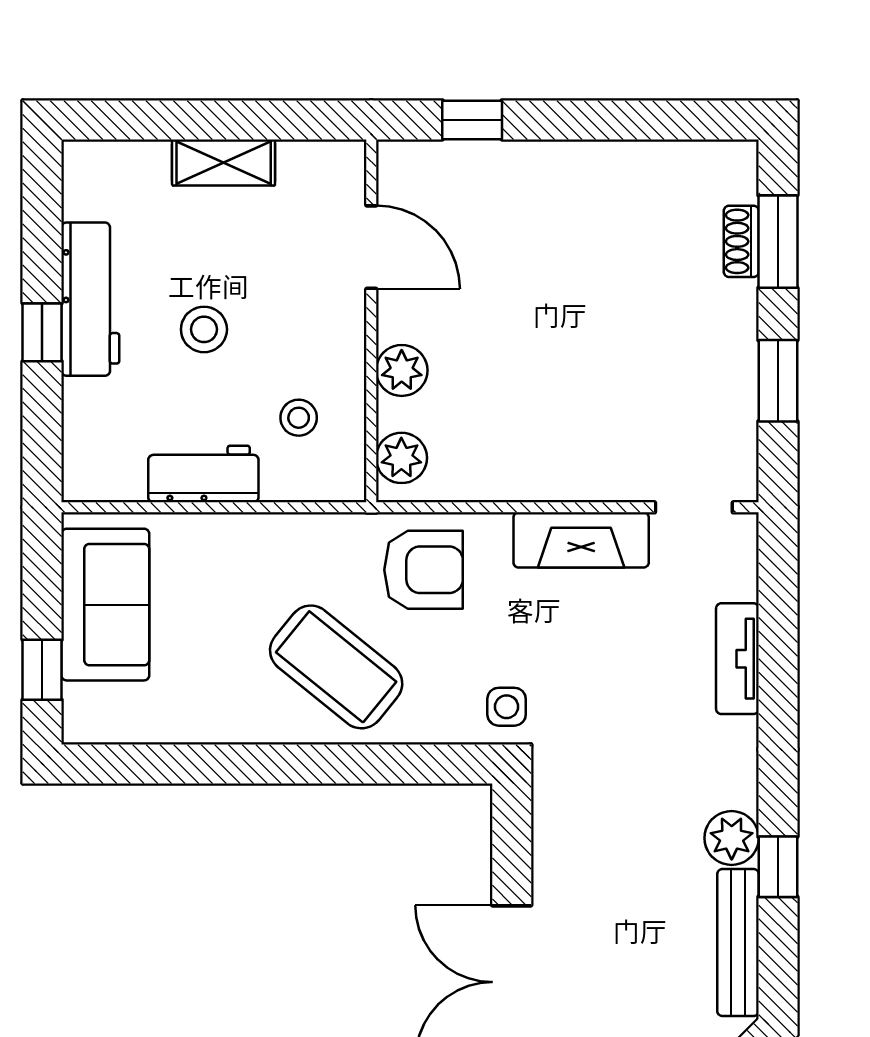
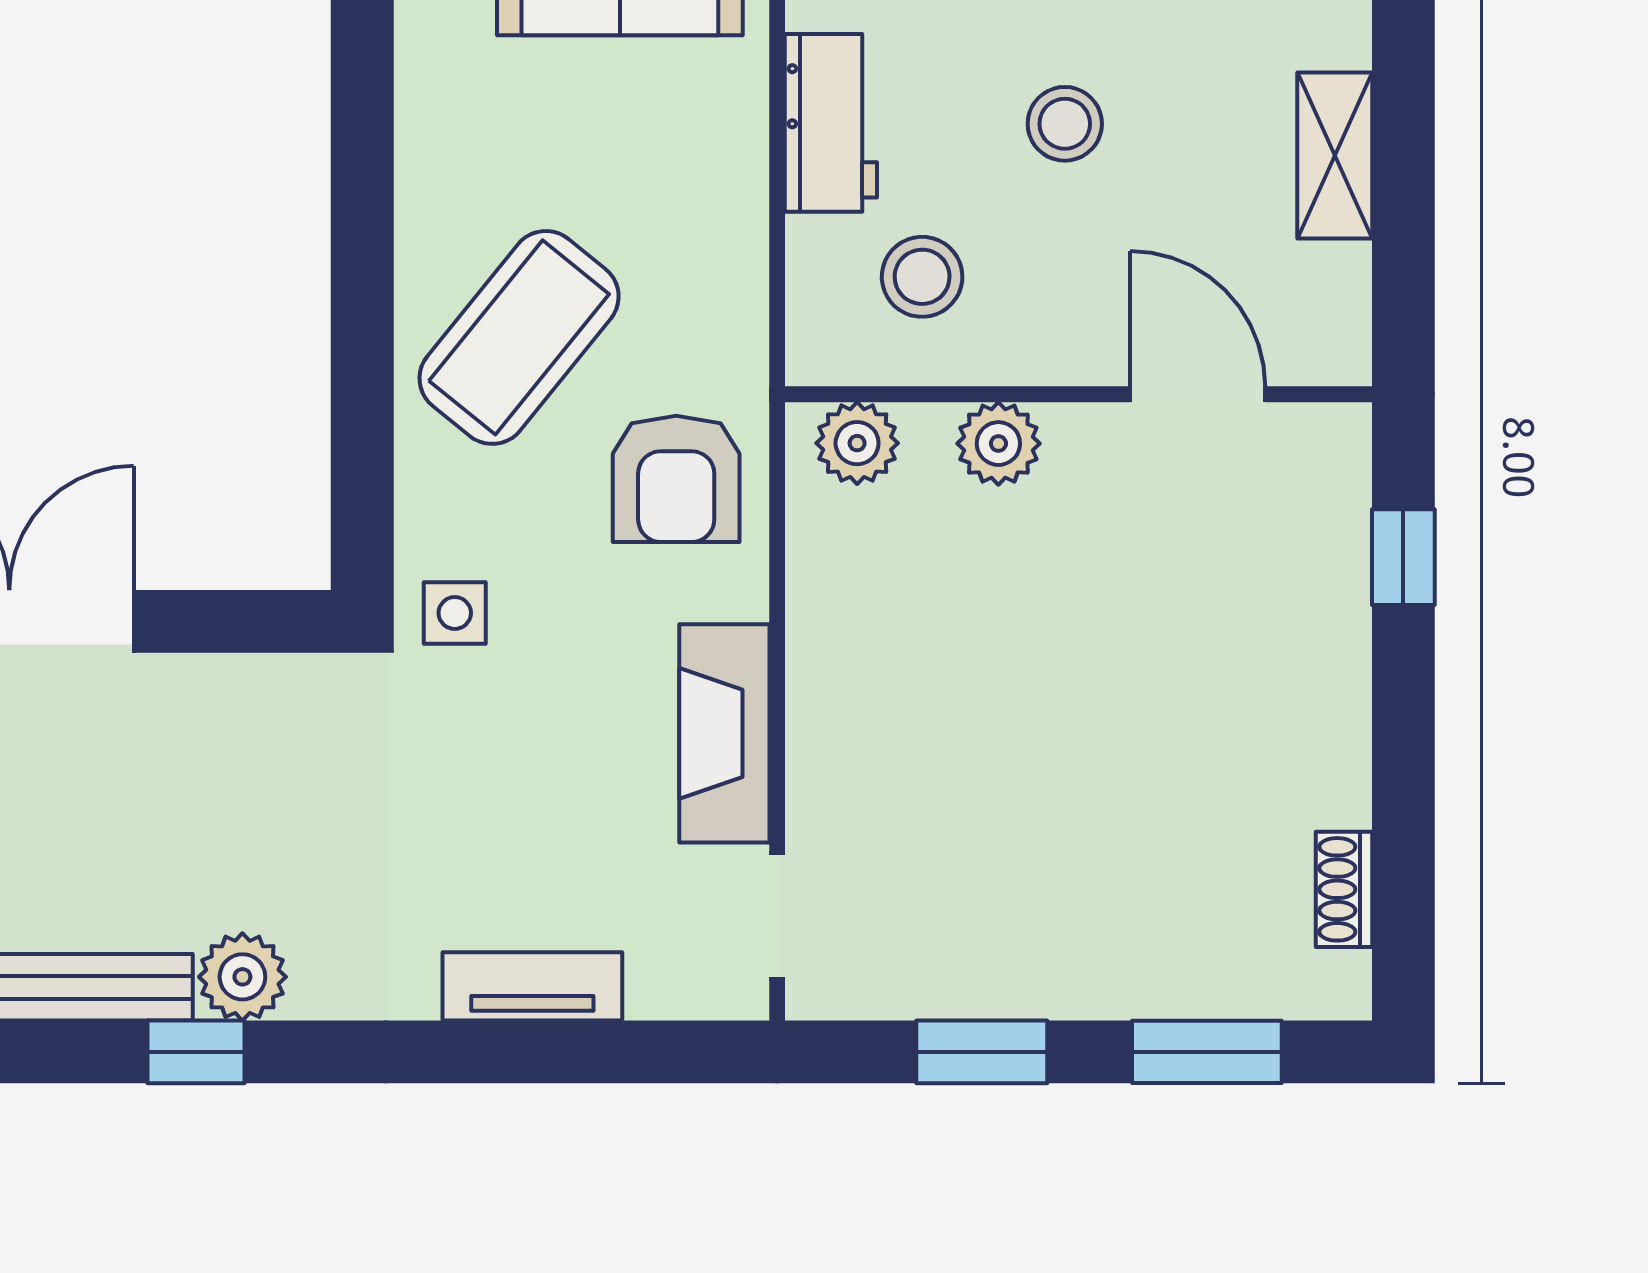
shoe rack: (741, 241) -> (1344, 889), moved, turned -90
door: (371, 247) -> (1198, 394), swing flipped
stool: (299, 418) -> (922, 277), width x1.37, depth x1.37

